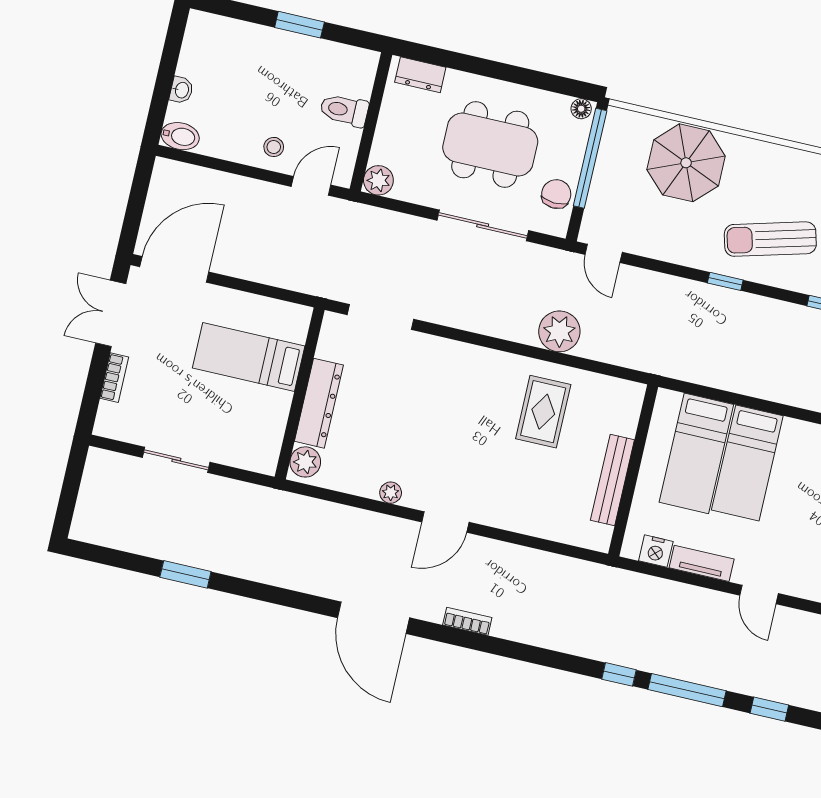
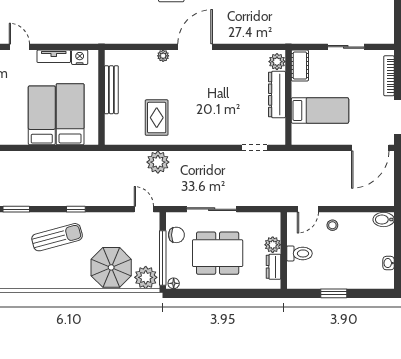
dresser: (420, 75) -> (274, 267), moved, turned -90
washbasin: (181, 90) -> (389, 263), moved
plant: (629, 131) -> (146, 277), added
plant: (378, 180) -> (273, 245), moved
chair: (556, 194) -> (176, 235), turned -93
doorway: (380, 317) -> (255, 148), width x0.73
bookcase: (114, 378) -> (389, 76), width x1.56
cot: (266, 446) -> (300, 66), added
plant: (391, 493) -> (163, 56), moved
door: (445, 522) -> (195, 47), width x1.36

